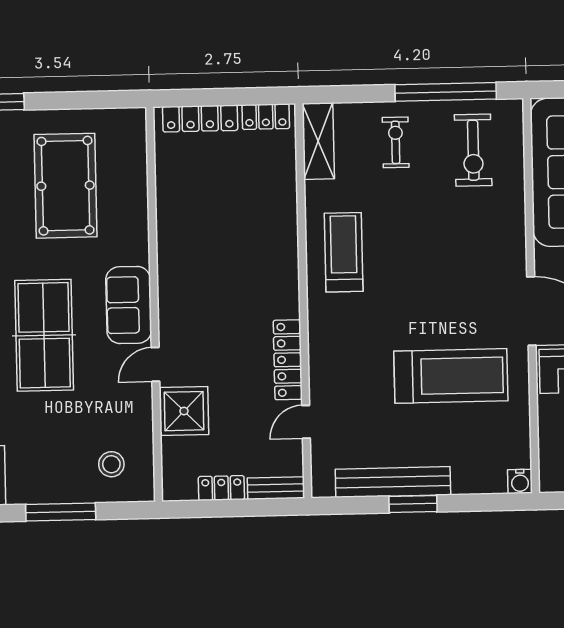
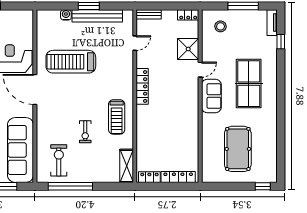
exercise bike: (396, 142) -> (85, 132), moved
locker: (288, 360) -> (142, 86), moved
water cooler: (520, 481) -> (66, 15), moved
locker: (221, 488) -> (188, 15), moved

